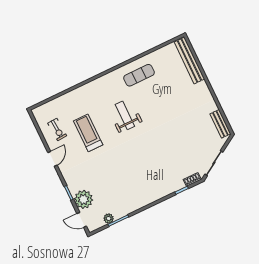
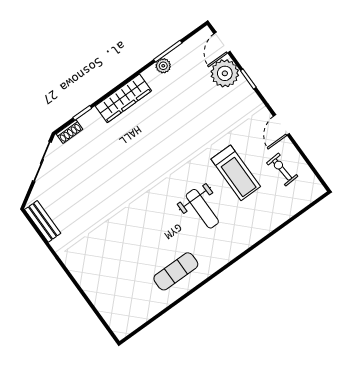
bench: (189, 60) -> (105, 307), removed
weight bench: (125, 115) -> (202, 209), moved
wardrobe: (153, 195) -> (123, 98), added
plant: (109, 218) -> (163, 66), moved
door: (82, 220) -> (222, 43), swing flipped

